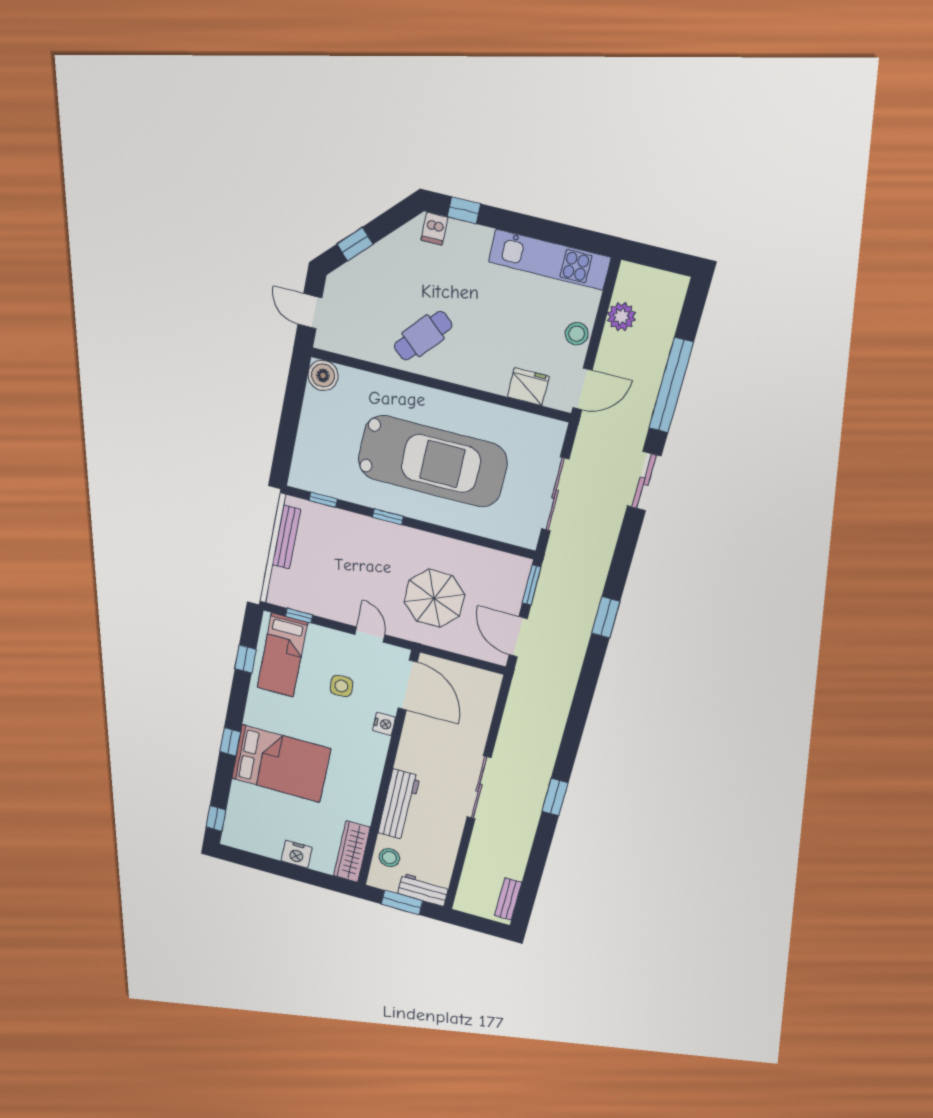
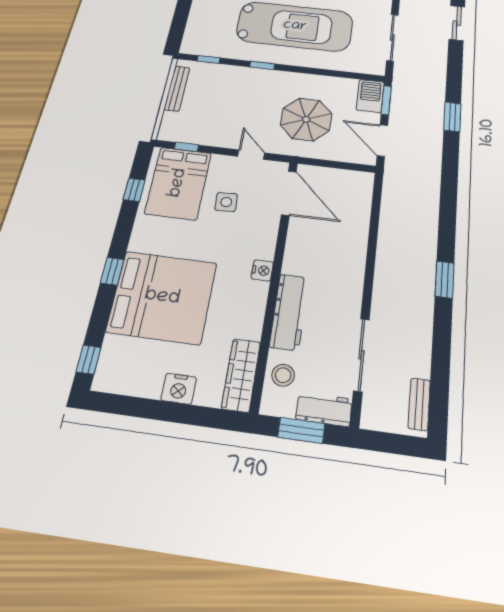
barbecue: (513, 577) -> (370, 96), added
bed: (282, 655) -> (178, 183), width x1.50
nightstand: (384, 724) -> (262, 270), moved
bed: (281, 764) -> (162, 297), width x1.36
sliding door: (479, 788) -> (361, 355), moved

